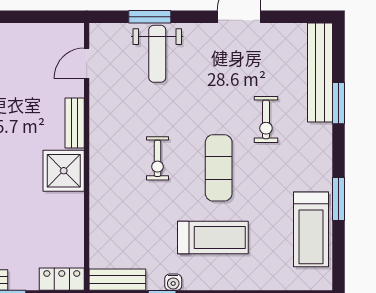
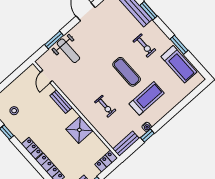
exercise bike: (266, 119) -> (144, 45), moved
exercise bike: (157, 158) -> (105, 106), moved
shower: (64, 171) -> (79, 130), moved

